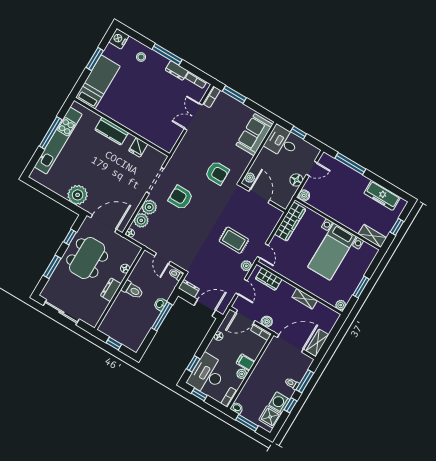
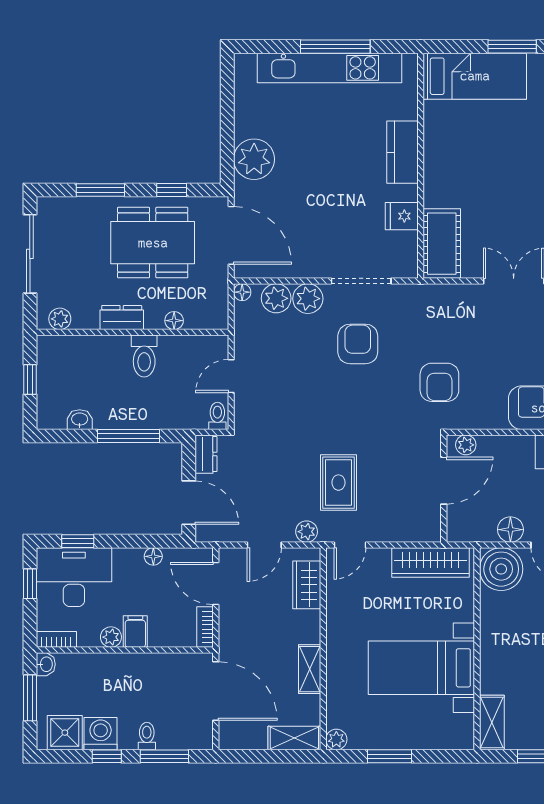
cot: (160, 137) -> (442, 244), added
boiler: (304, 195) -> (501, 569), width x1.86, depth x1.86
washbasin: (160, 304) -> (80, 420), moved
plant: (96, 316) -> (60, 319), added
boiler: (267, 322) -> (230, 626), removed
shelving: (317, 343) -> (294, 738), moved

